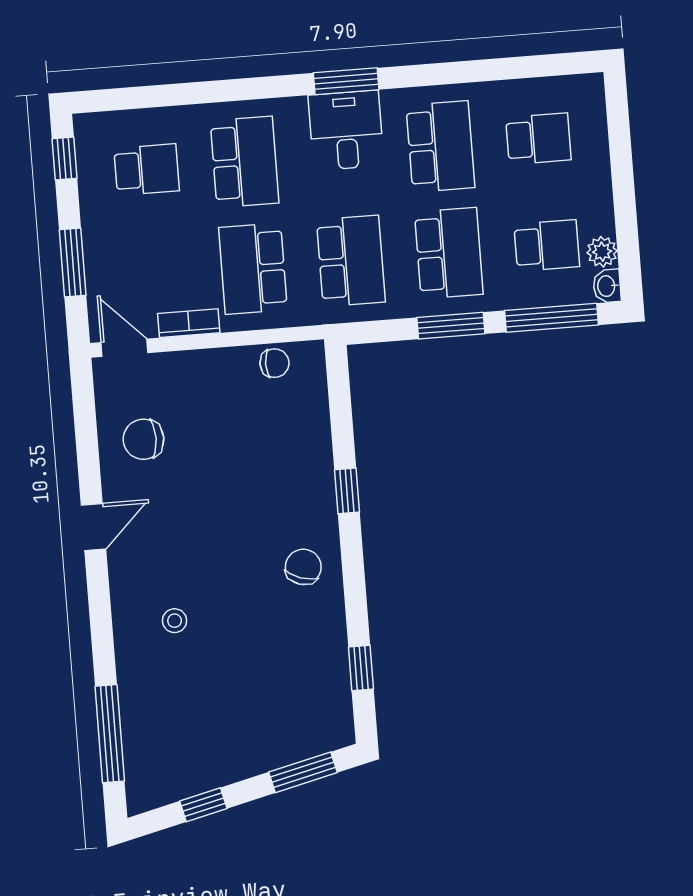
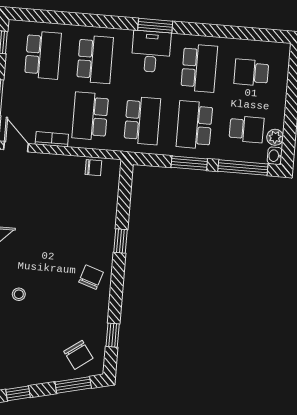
school desk: (538, 139) -> (251, 72), turned 180
school desk: (147, 170) -> (43, 55), width x1.85
school desk: (449, 253) -> (194, 125), turned 180
chair: (143, 439) -> (78, 355), moved, turned -126

